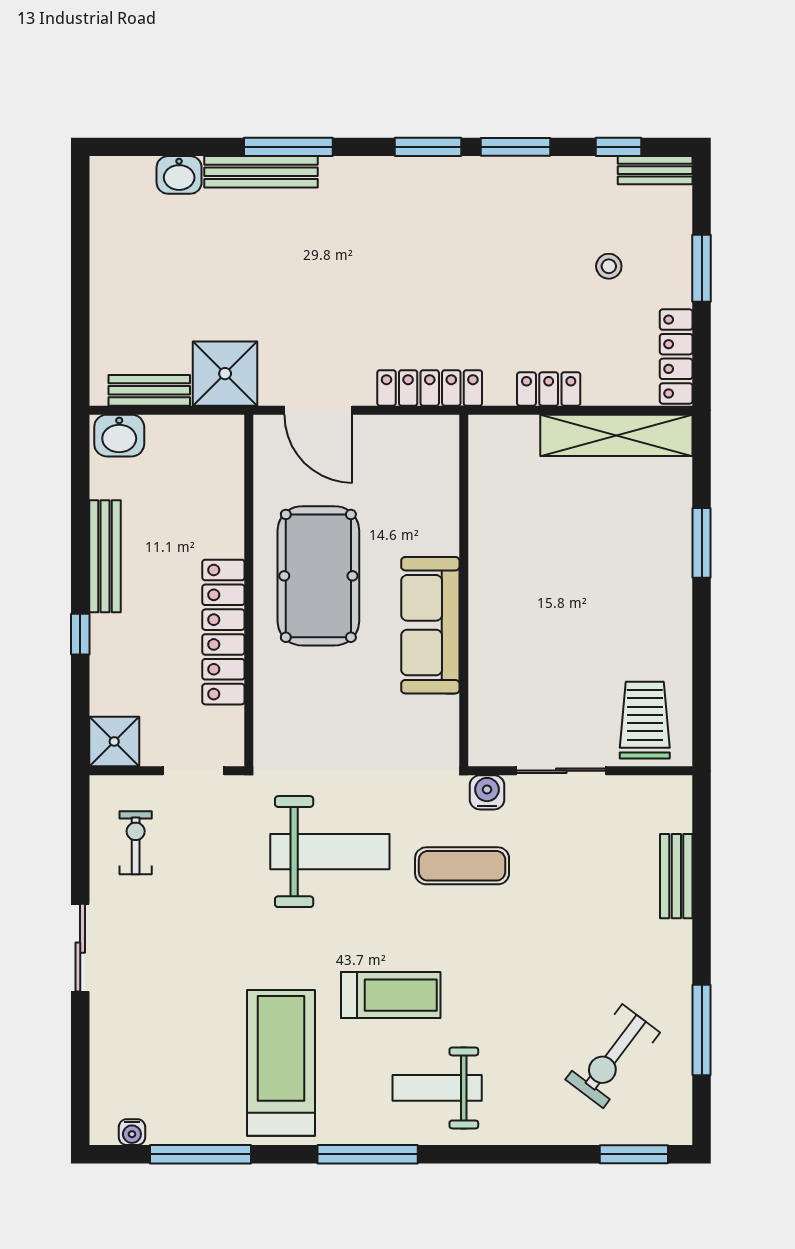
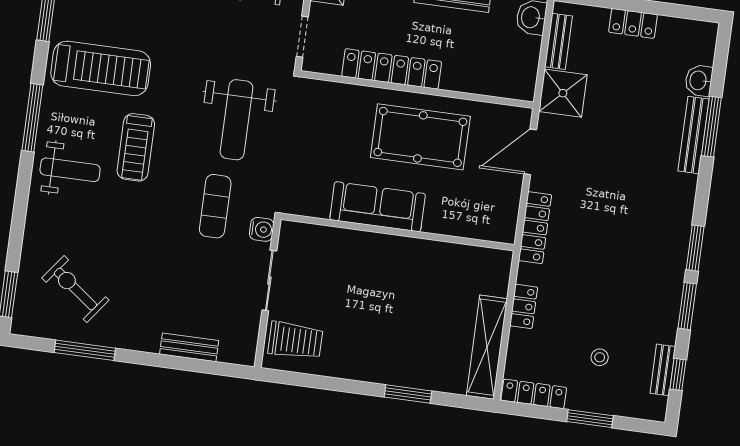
window: (288, 147) -> (711, 127), moved
bench: (655, 170) -> (663, 370), moved
locker: (108, 284) -> (633, 23), added
weight bench: (437, 1088) -> (70, 170), turned 90

